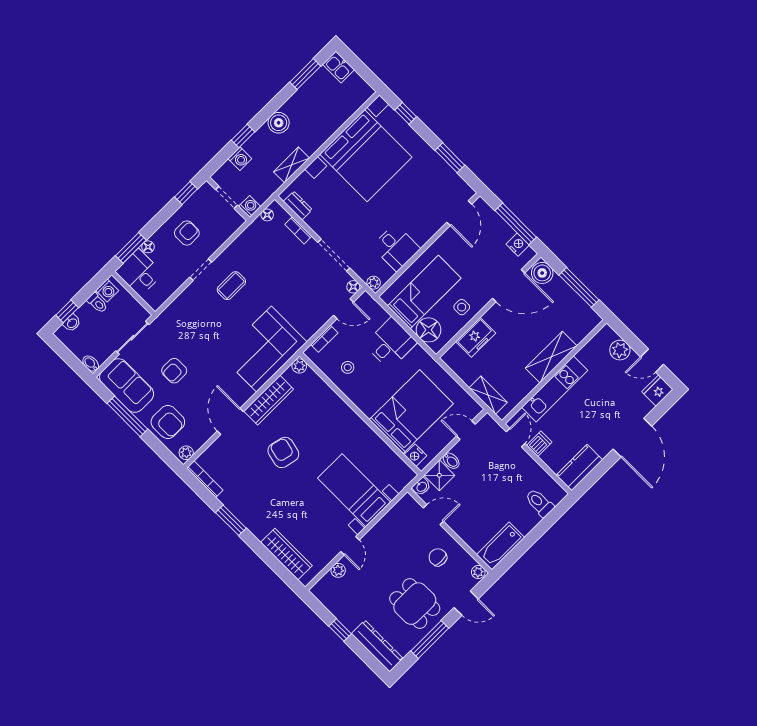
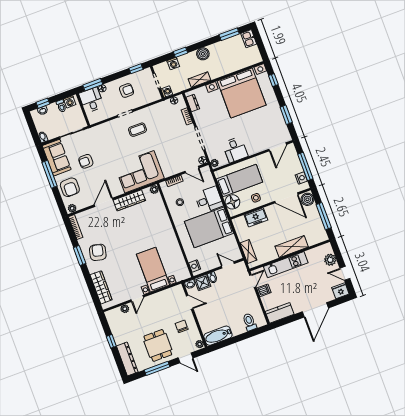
bed: (411, 412) -> (209, 227), moved, turned 180
armchair: (283, 452) -> (98, 252), moved

